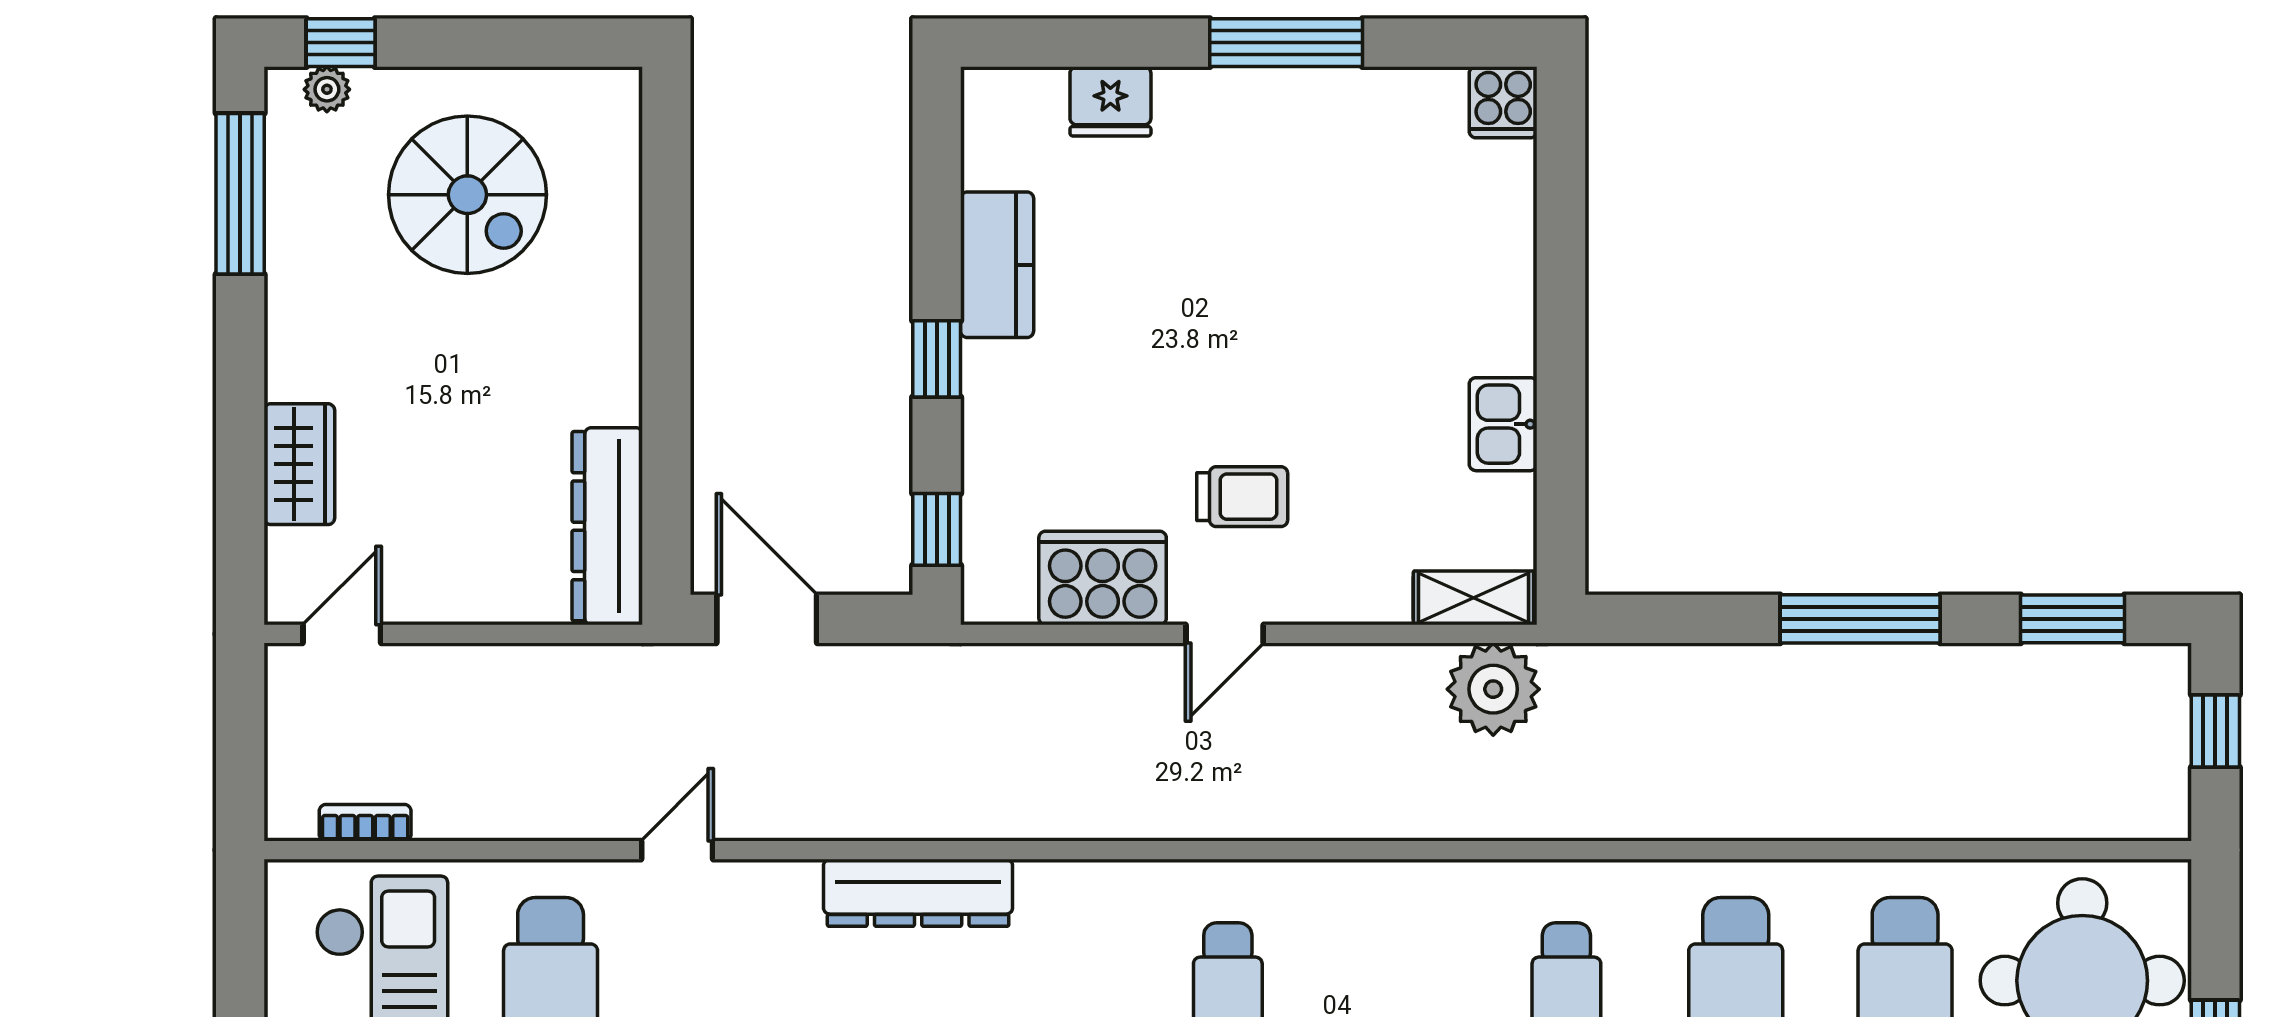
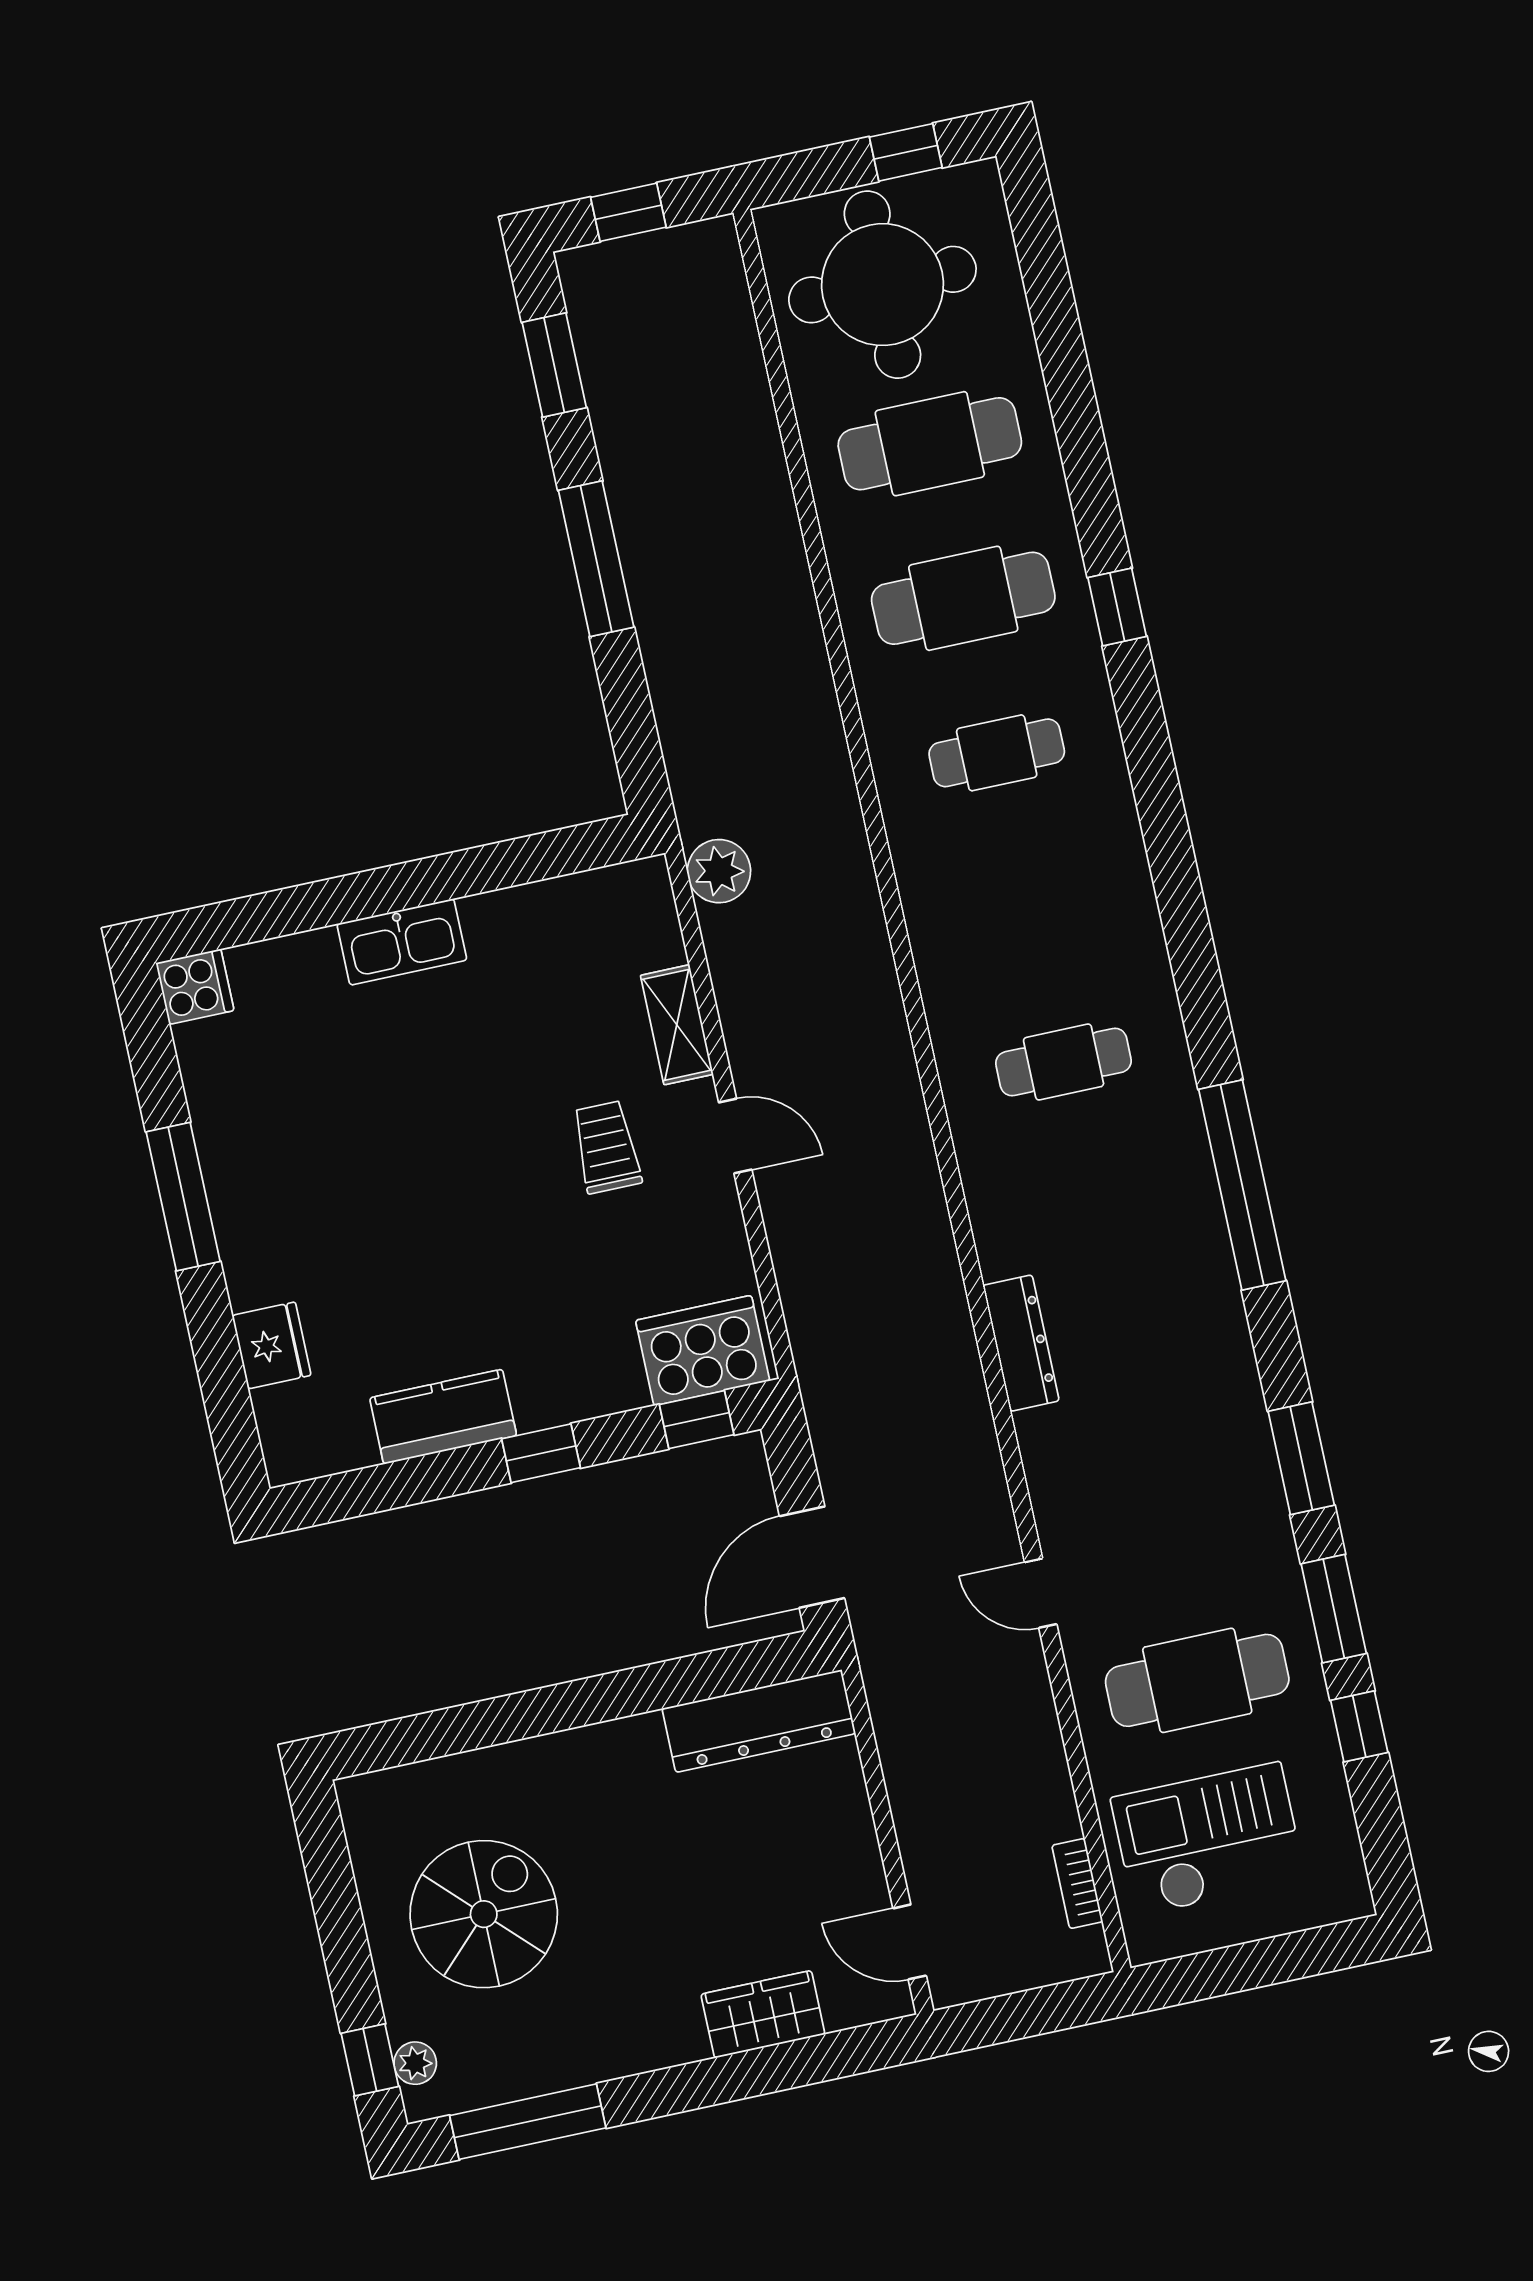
kitchen sink: (1503, 424) -> (402, 942), moved, width x1.38
cooker: (1103, 578) -> (703, 1351), moved, turned 90
shelving: (1473, 598) -> (677, 1025), moved
plant: (1493, 689) -> (719, 871), width x0.73, depth x0.73
dresser: (918, 893) -> (1021, 1343), width x0.73, depth x0.80

